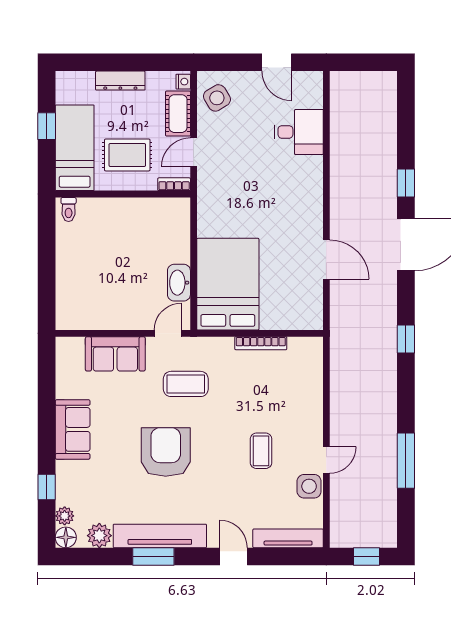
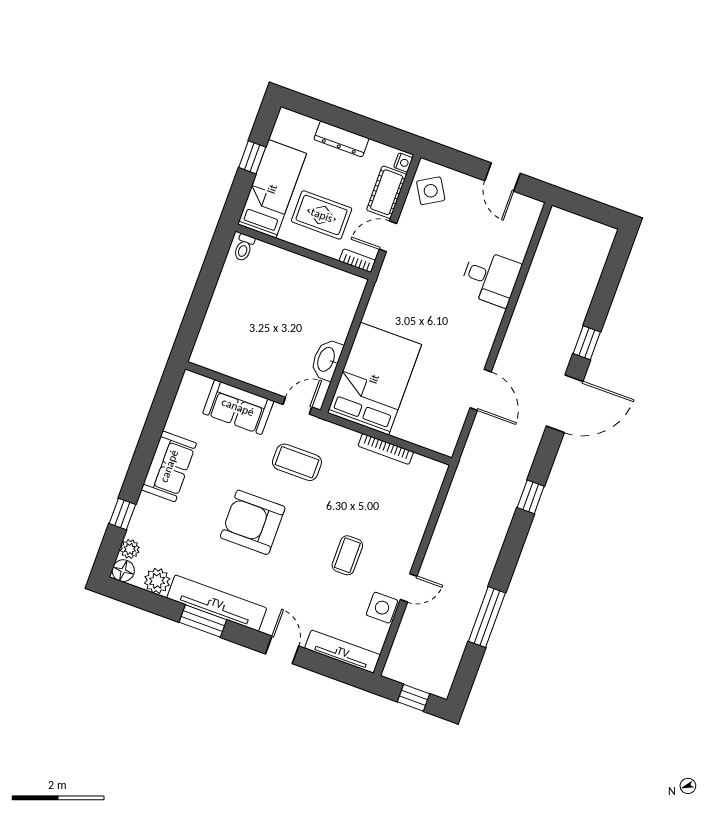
desk: (299, 132) -> (490, 278), moved
armchair: (166, 452) -> (253, 522), turned -90

